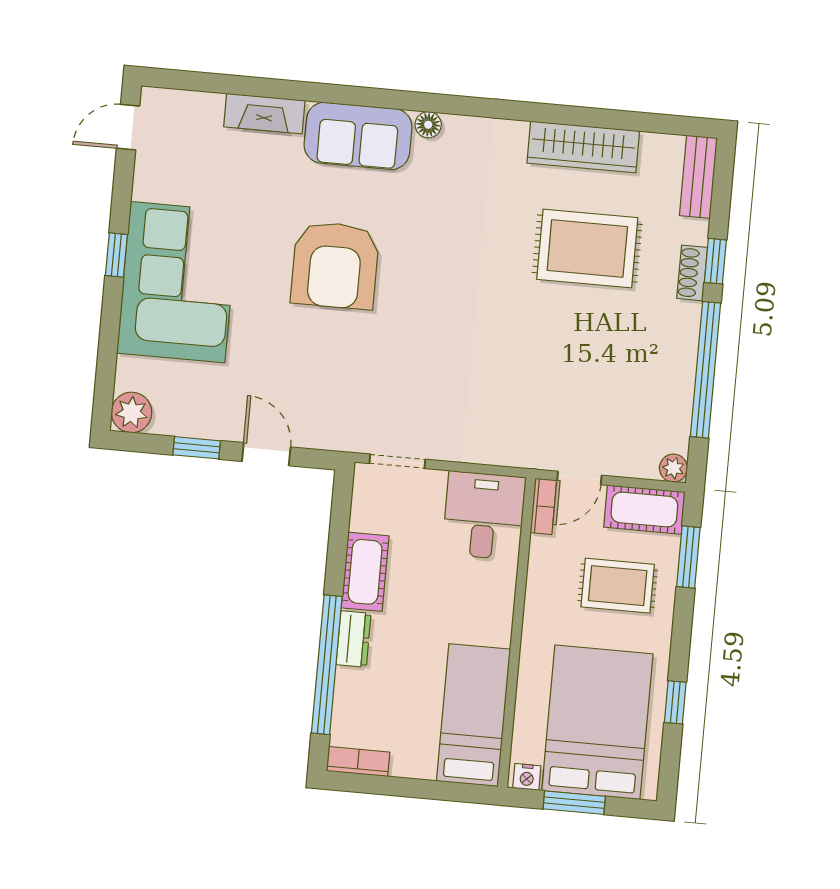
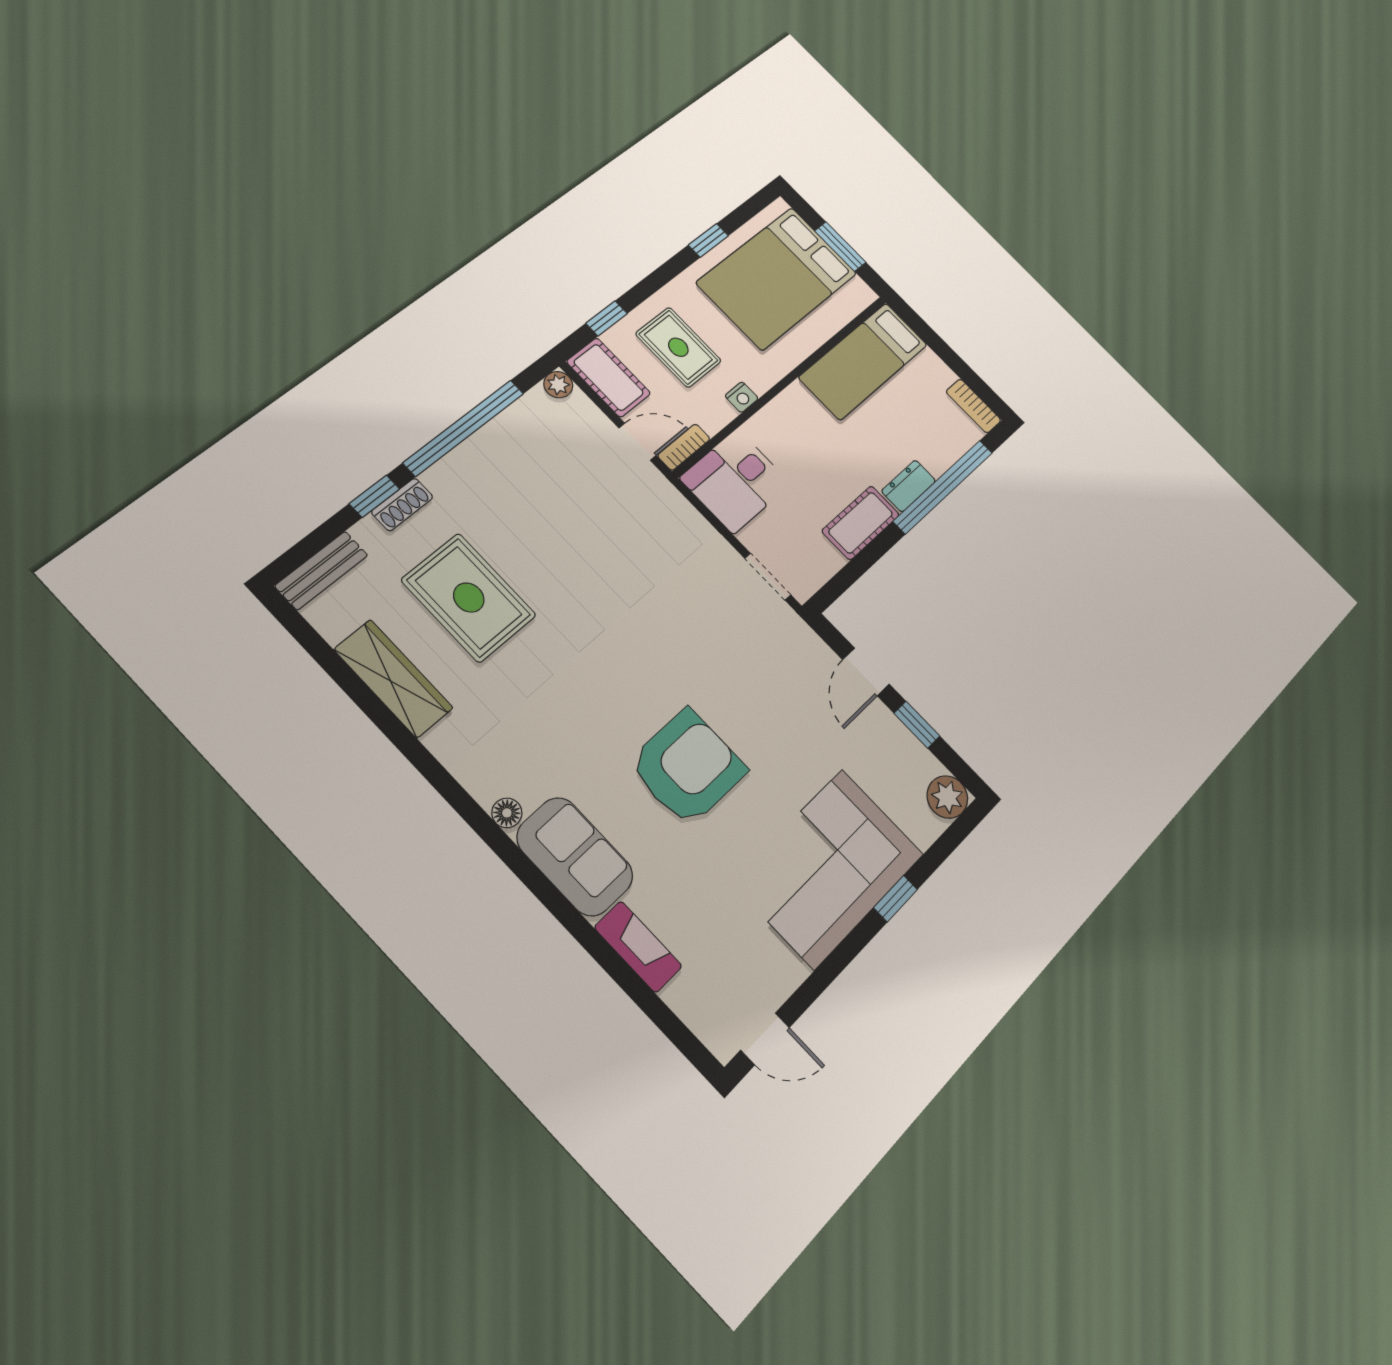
window: (116, 255) -> (896, 899), moved
window: (688, 557) -> (607, 318), width x0.67
nightstand: (527, 777) -> (742, 397), moved, turned 90

